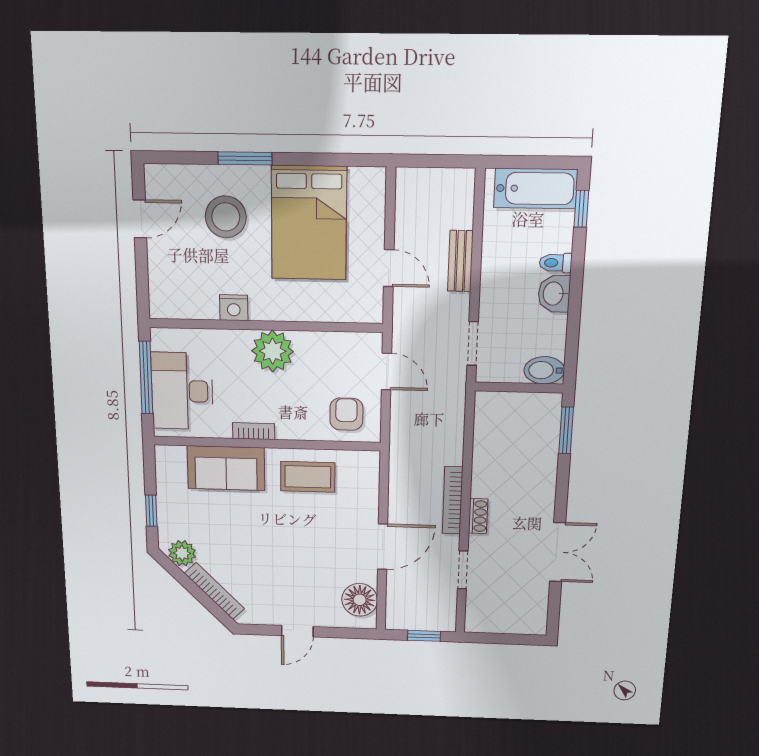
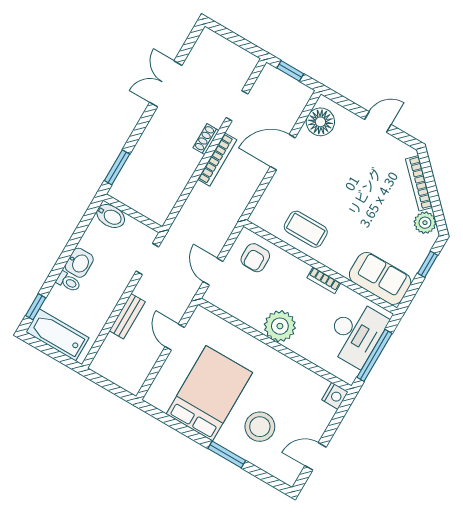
nightstand: (234, 308) -> (335, 396), moved, turned 90
sofa: (226, 468) -> (380, 278), moved

